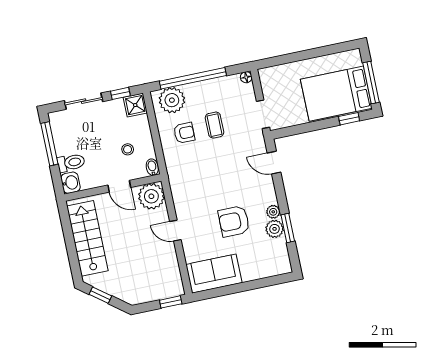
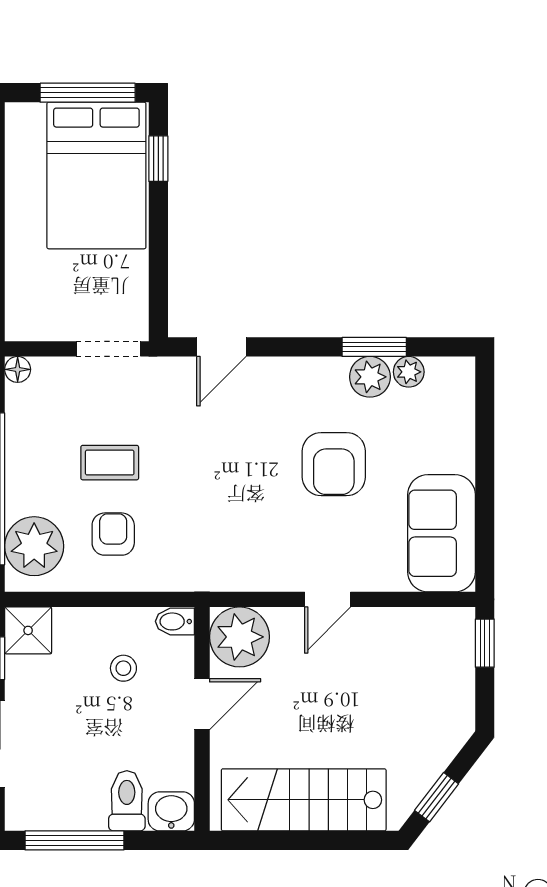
plant: (273, 212) -> (409, 372), moved

